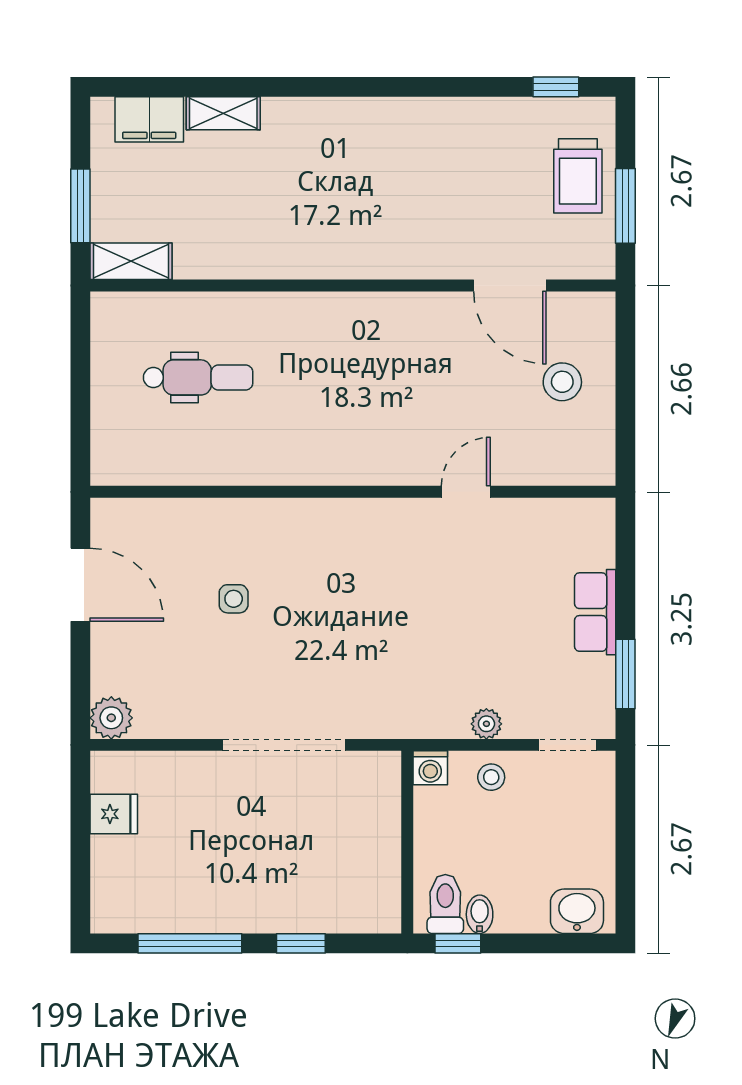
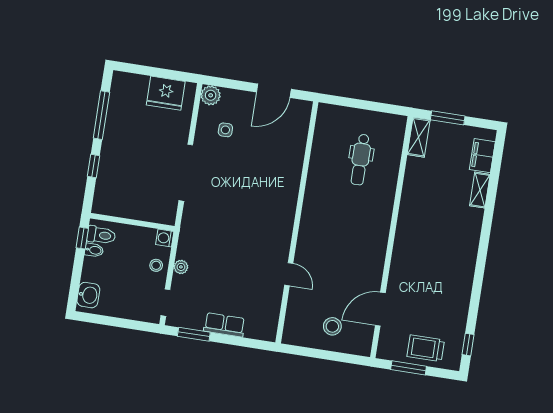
side table: (234, 599) -> (225, 130), moved
fridge: (114, 814) -> (166, 93), width x1.88, depth x1.34

